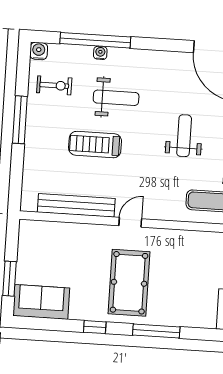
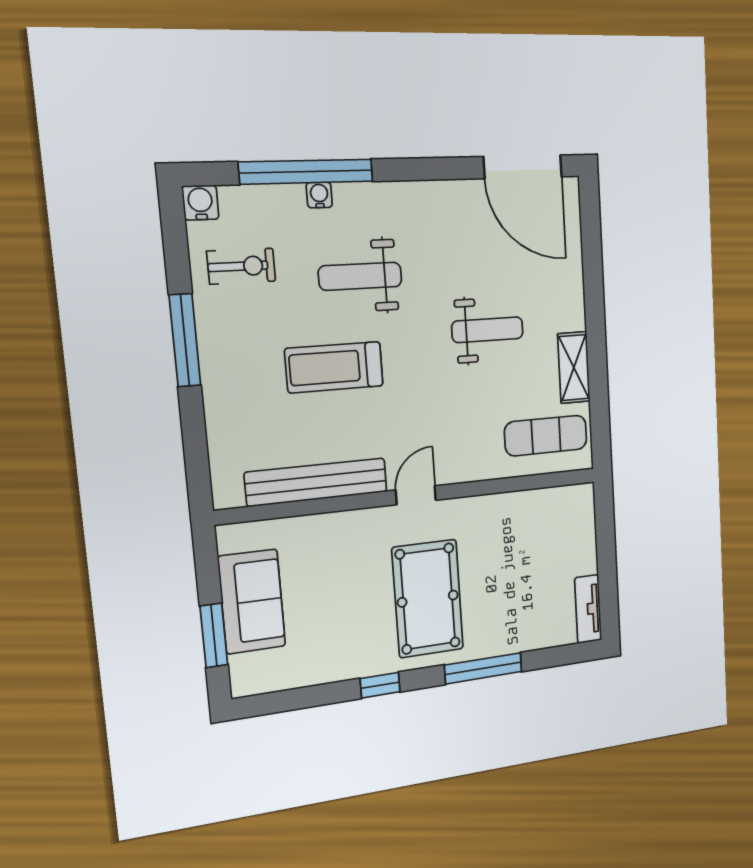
weight bench: (116, 98) -> (360, 276), turned 180
weight bench: (184, 136) -> (487, 330), turned 90
sofa: (41, 302) -> (252, 602), moved, turned 90

